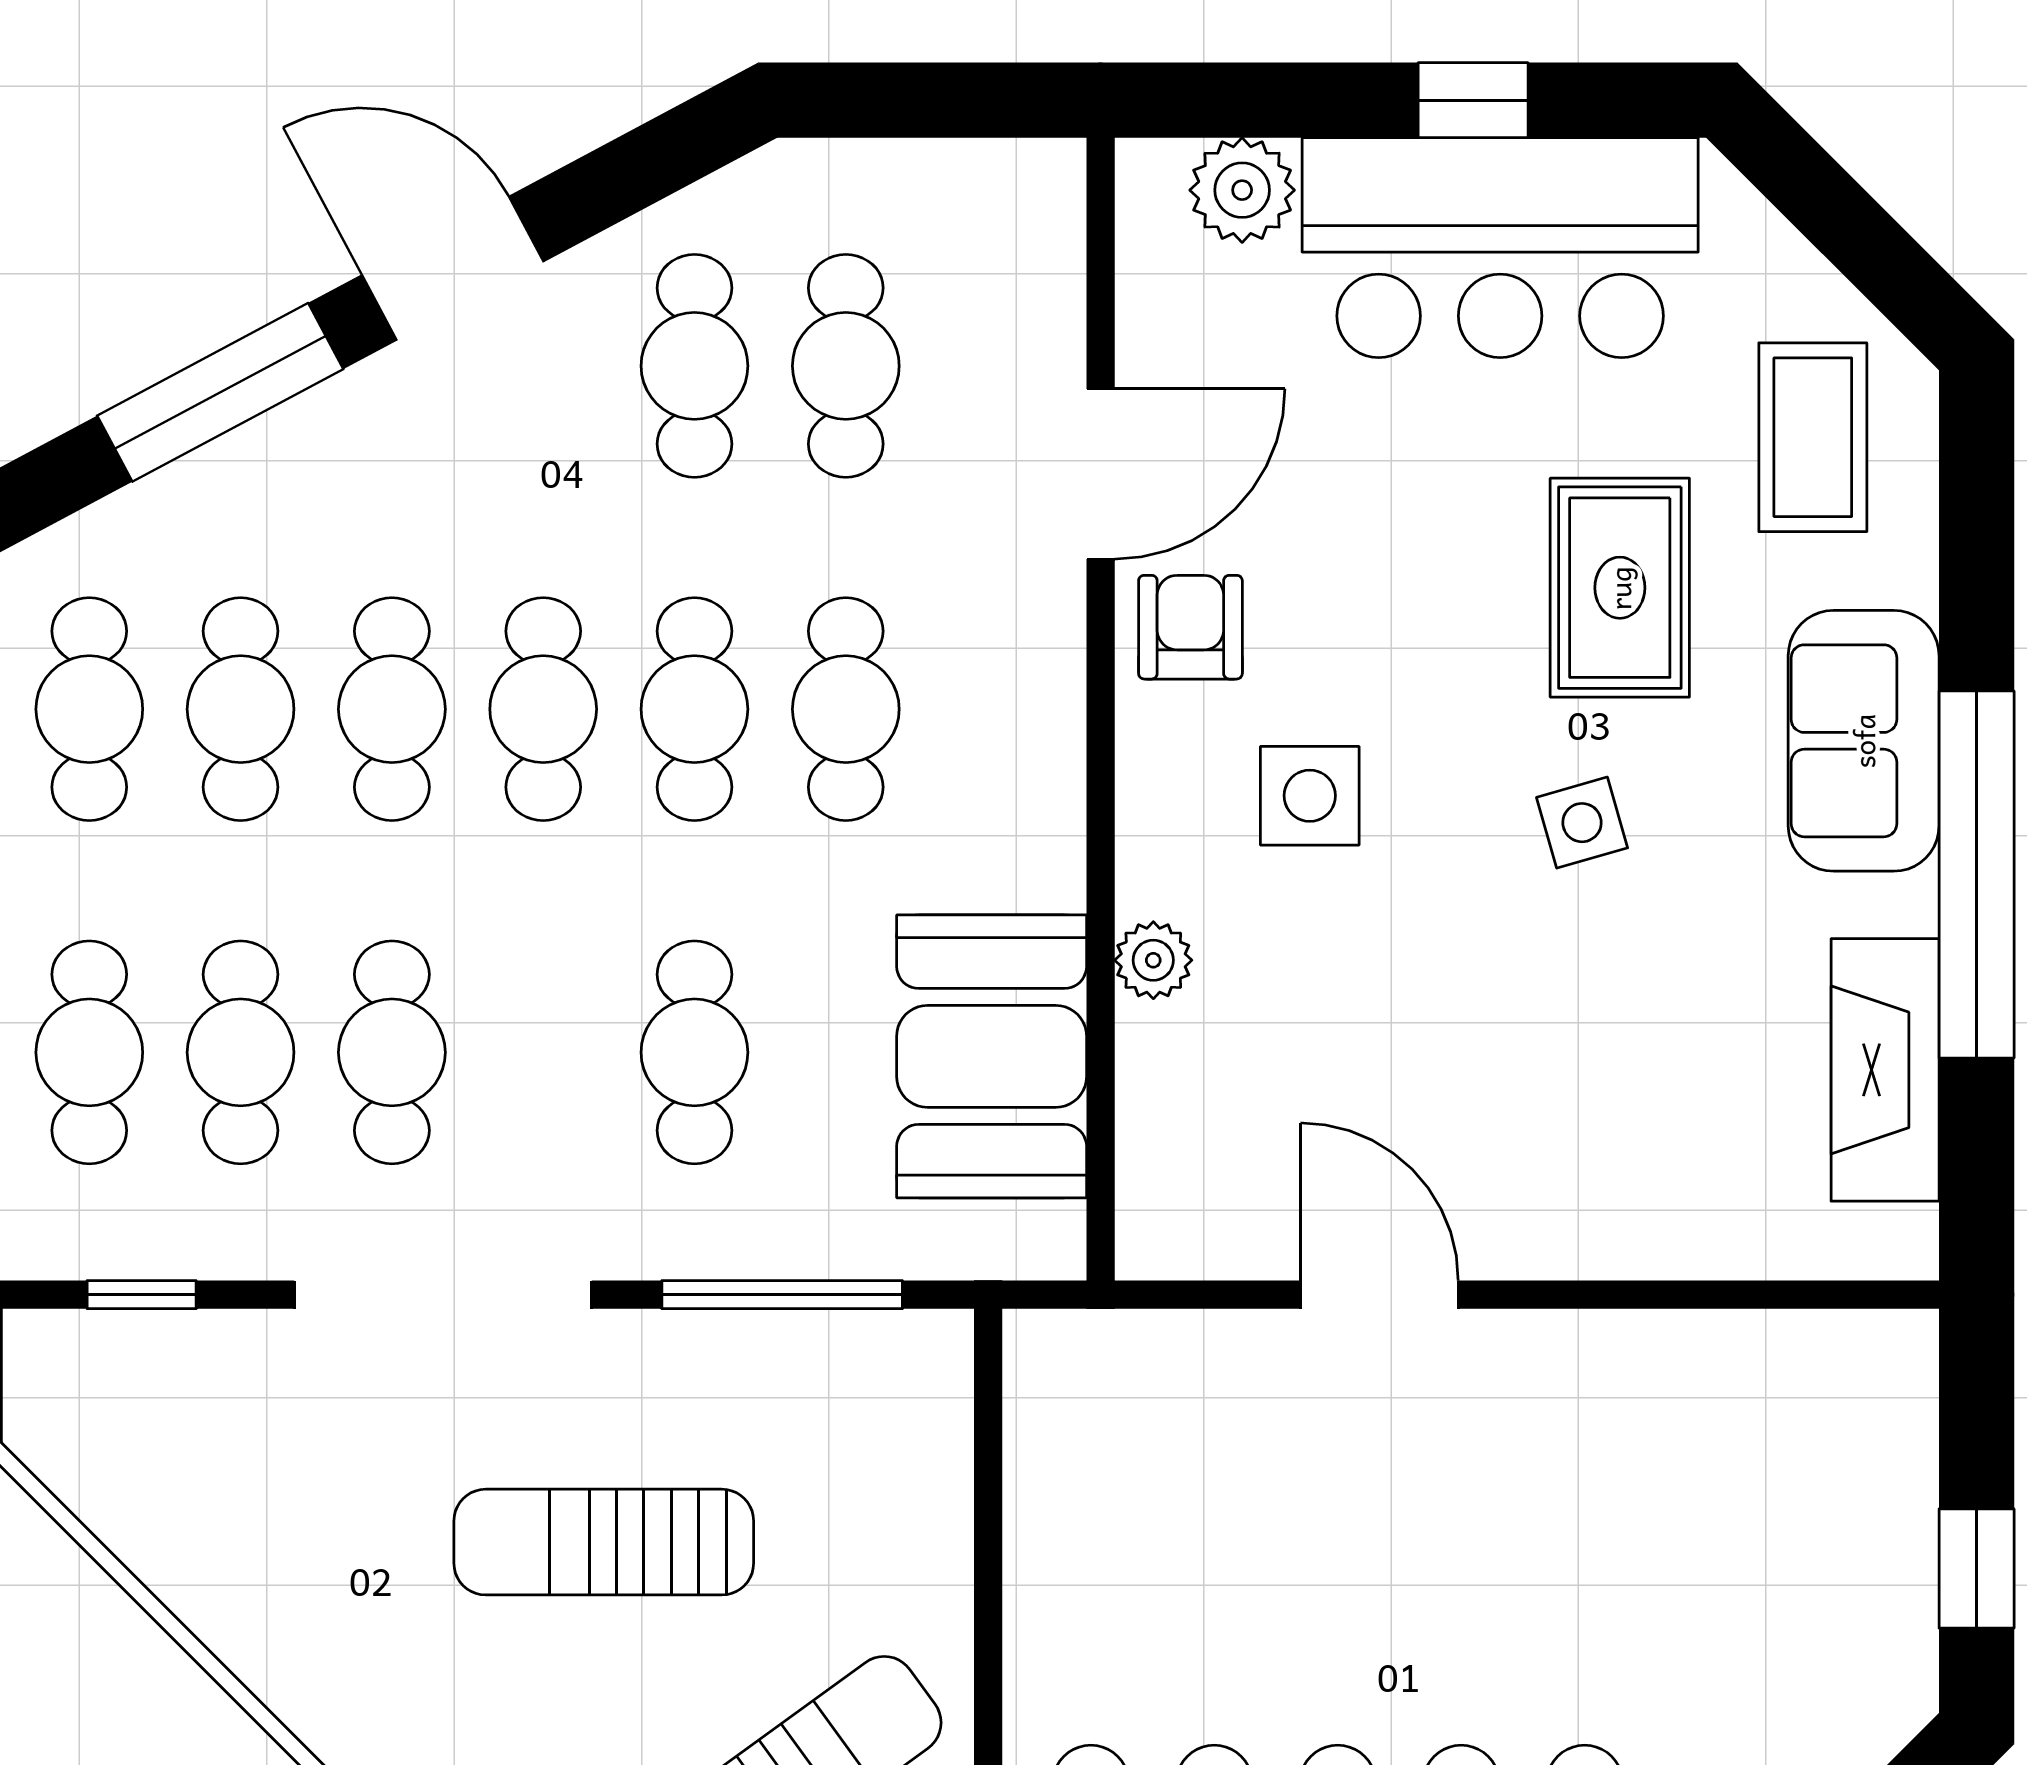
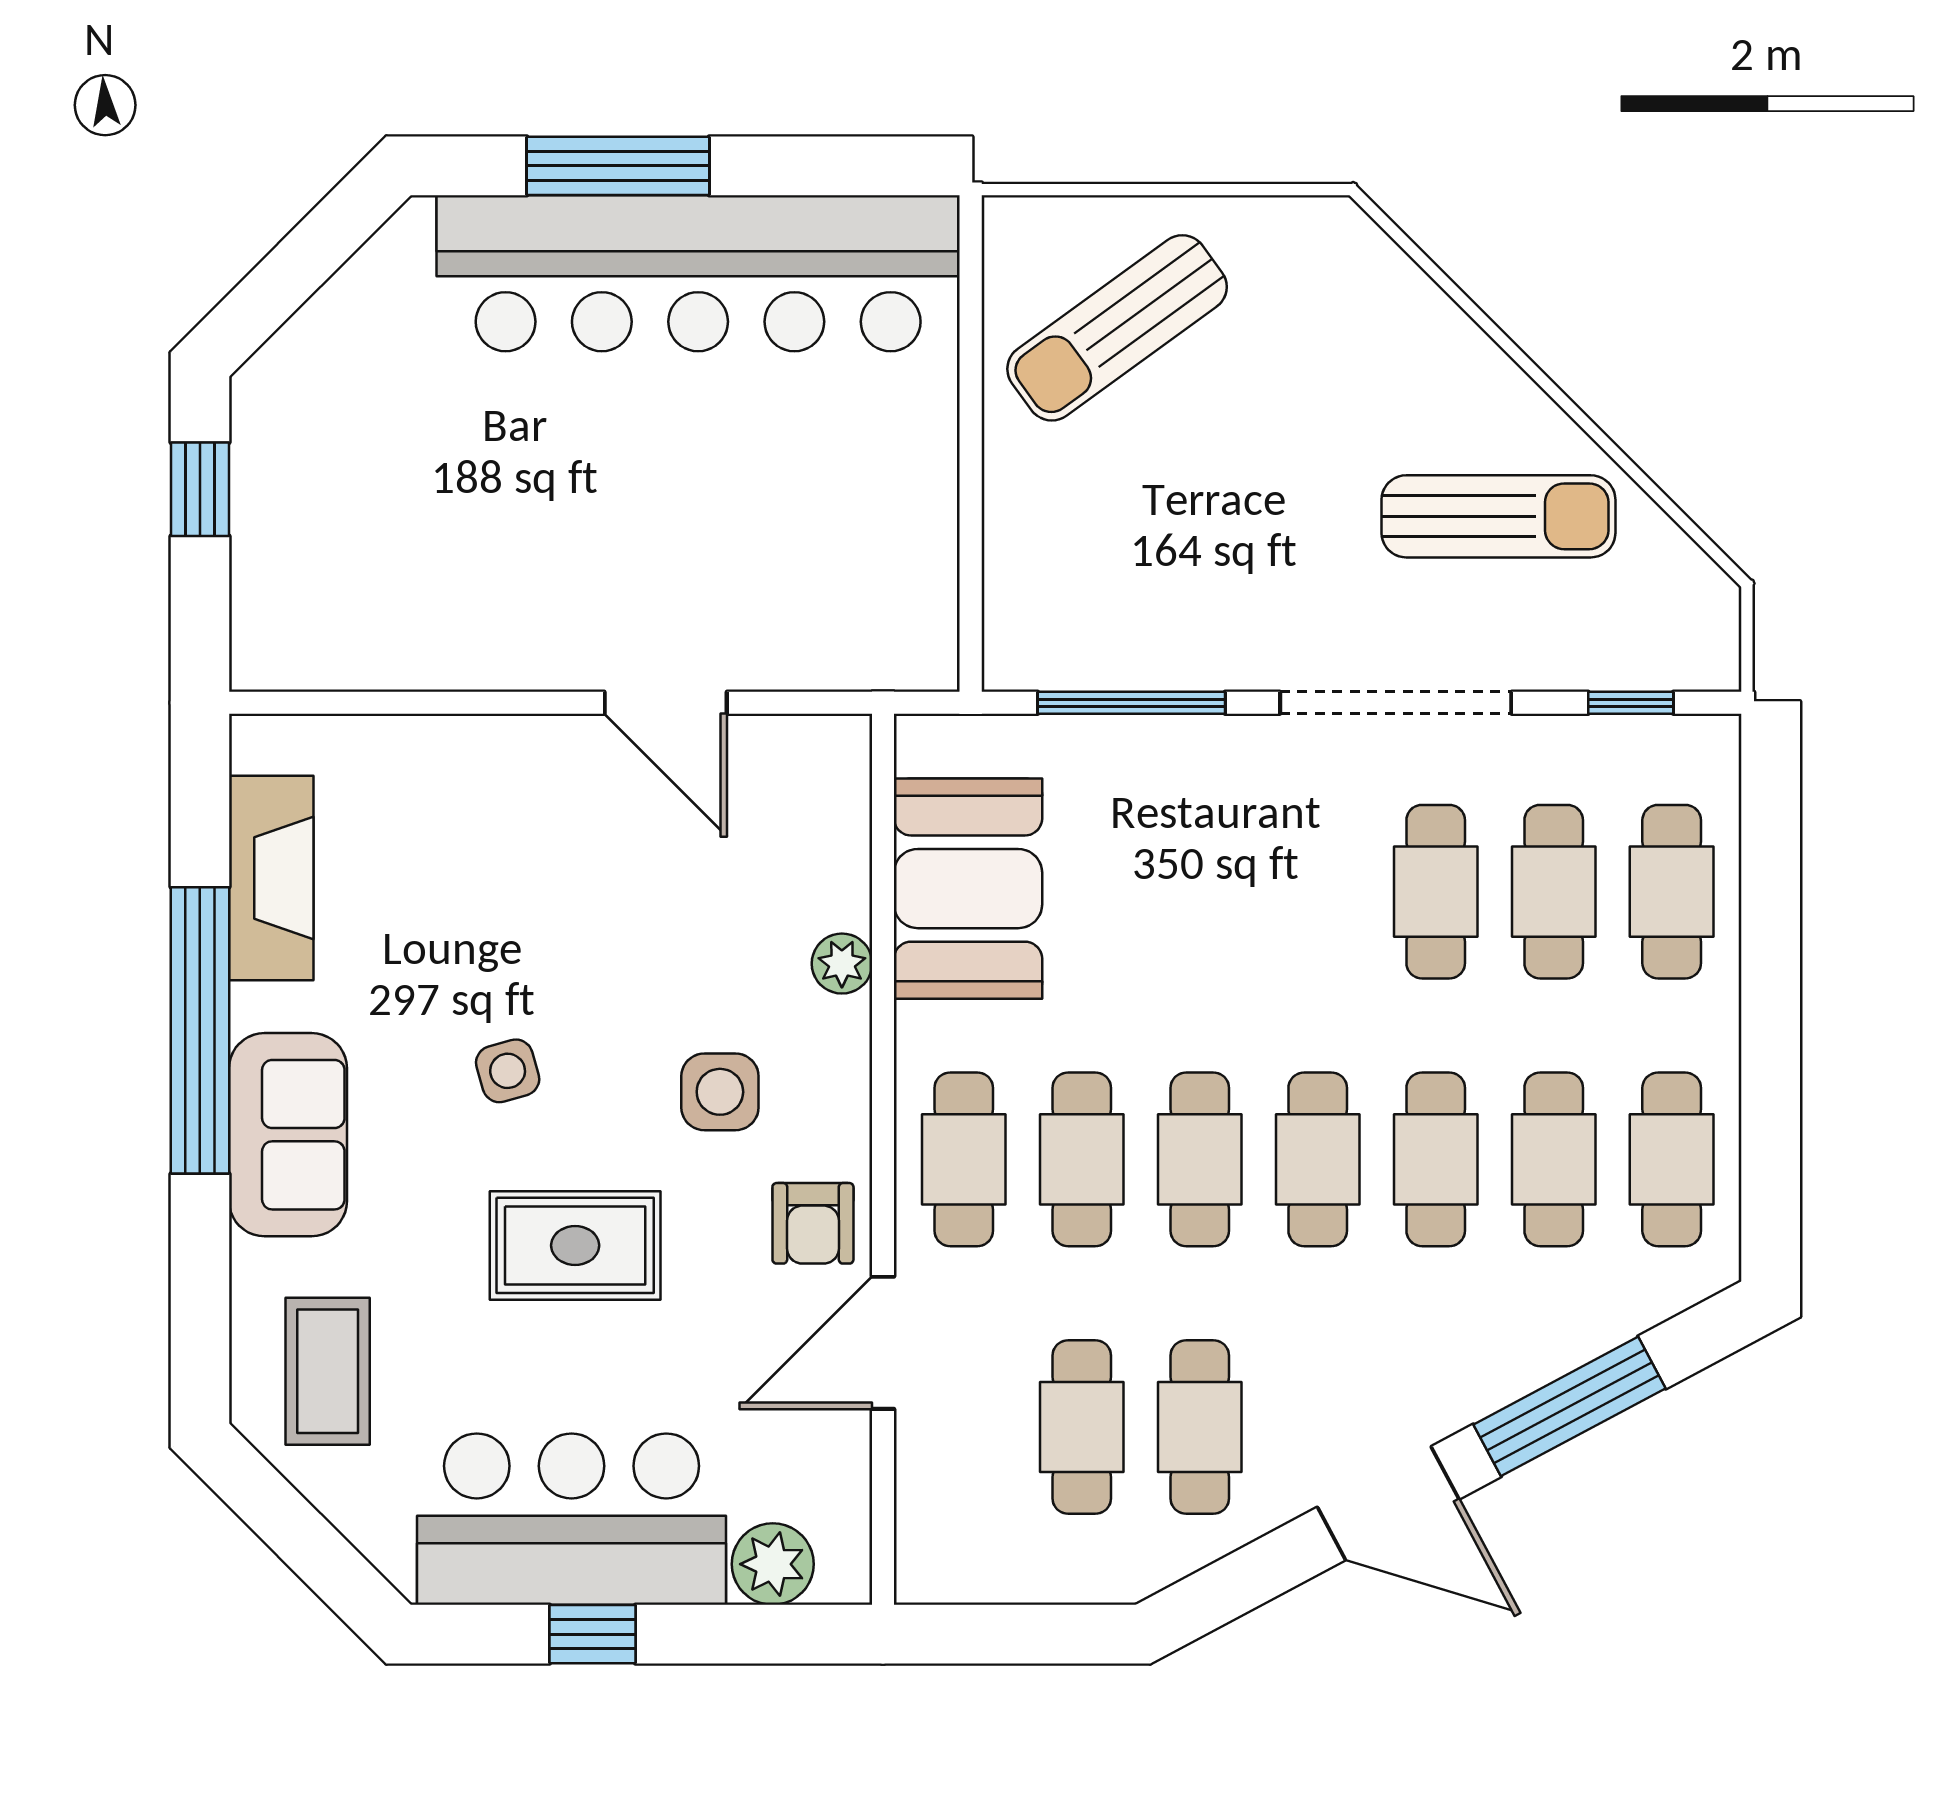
rug: (1620, 588) -> (575, 1245), moved, turned 90
cafe table: (694, 1052) -> (964, 1159), moved
sun lounger: (604, 1542) -> (1498, 516), moved

